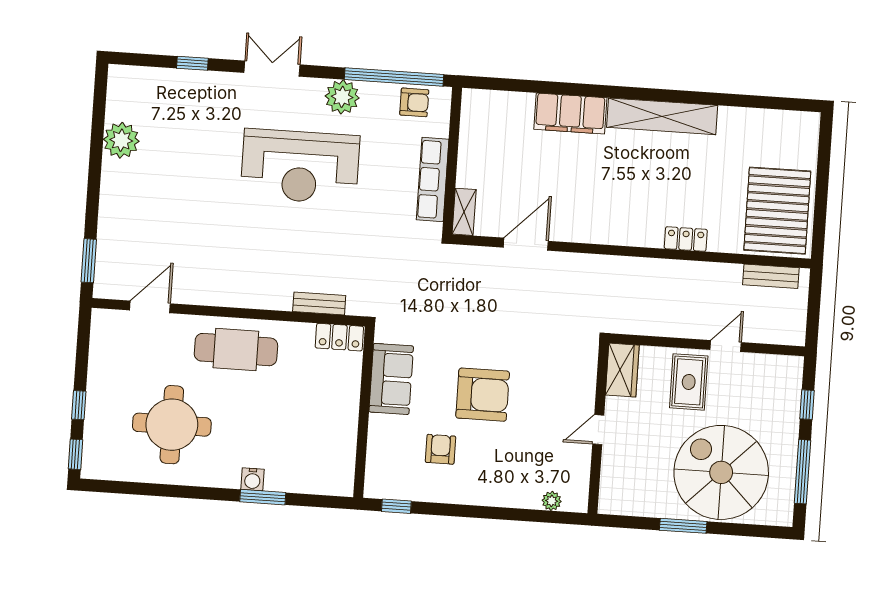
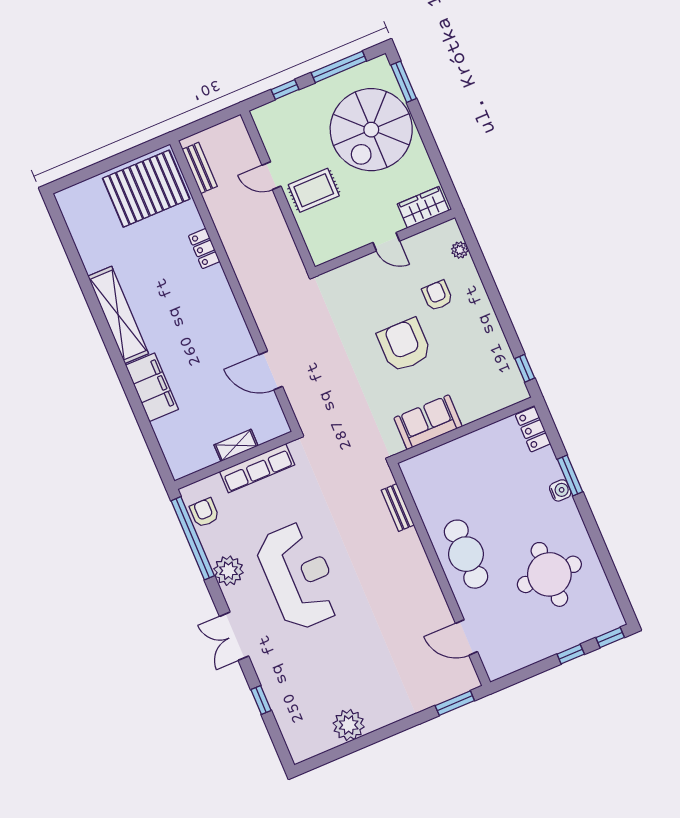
shelving: (464, 212) -> (236, 445), moved
locker: (339, 337) -> (533, 429), moved, turned 180
wardrobe: (622, 370) -> (423, 207), moved
armchair: (440, 449) -> (437, 295), moved, turned 90
window: (683, 526) -> (404, 82), moved

